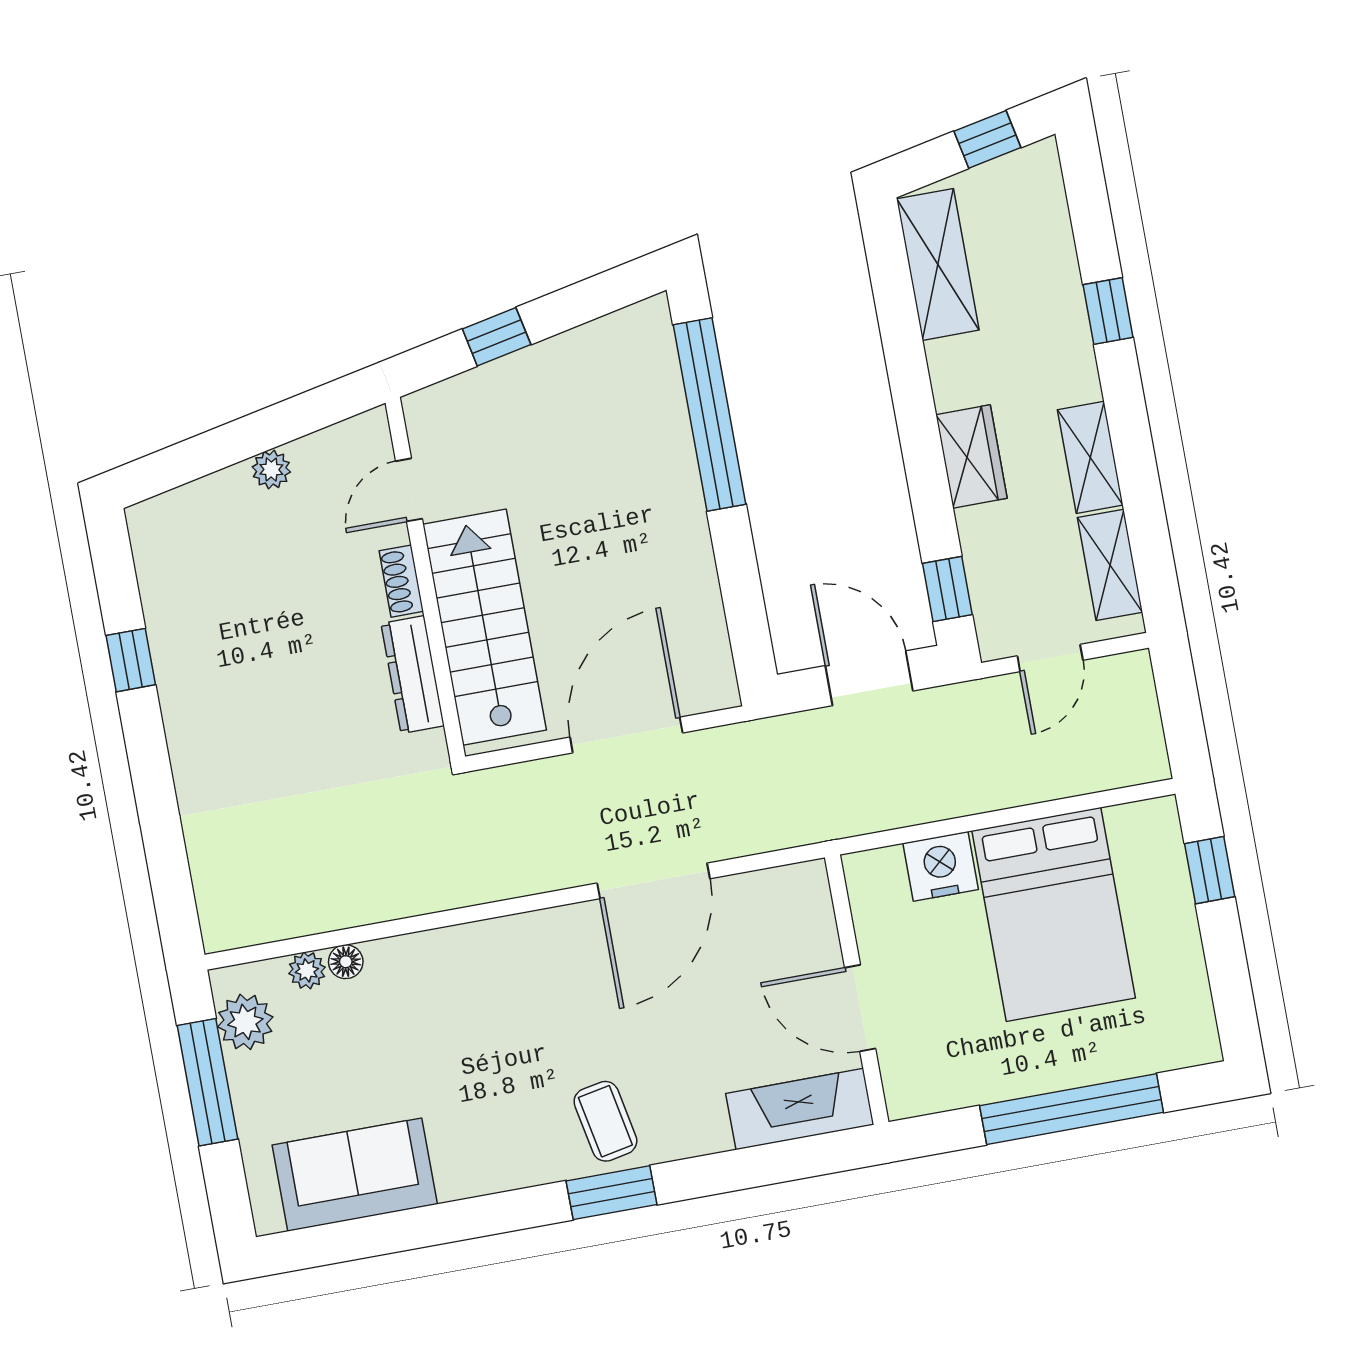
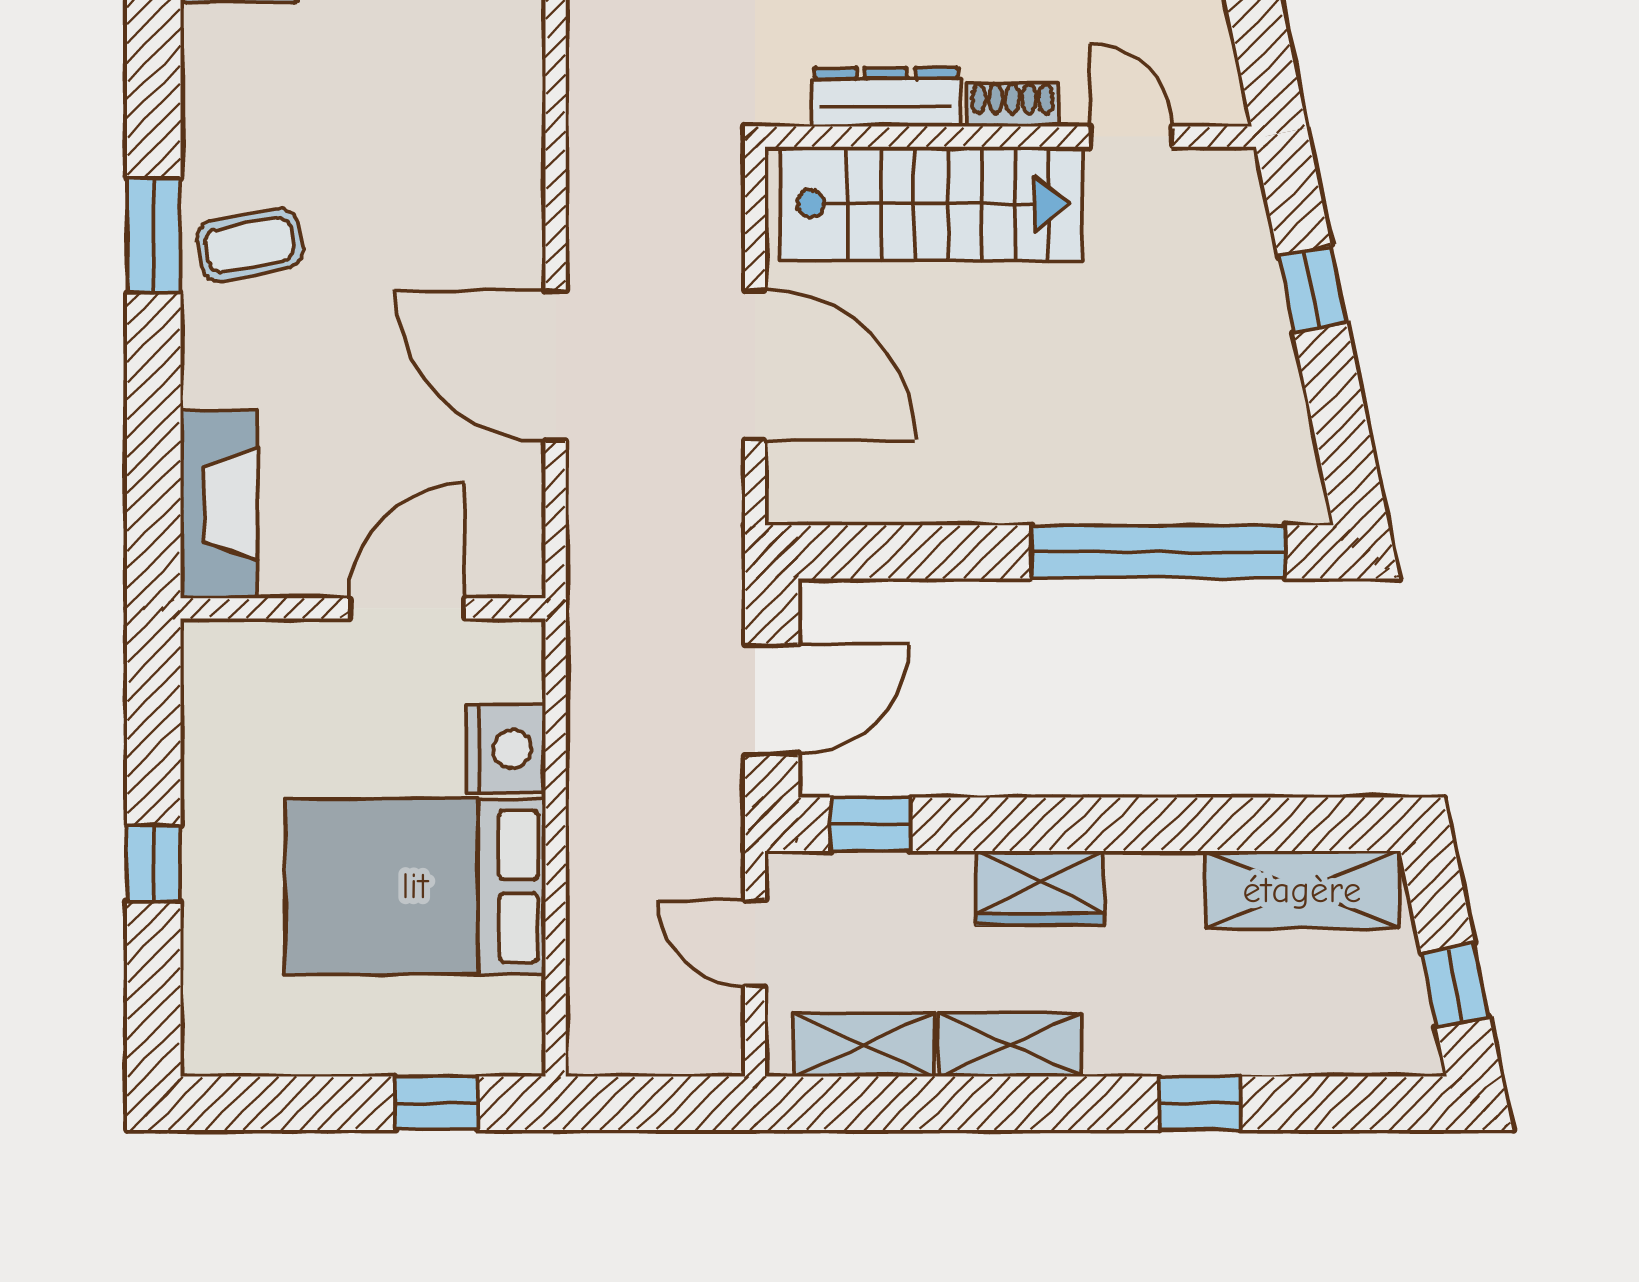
door: (860, 1008) -> (407, 608), moved
window: (1072, 1109) -> (154, 864), width x0.32

